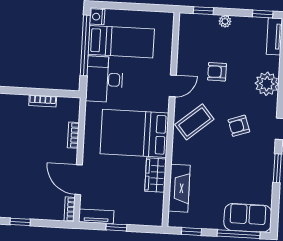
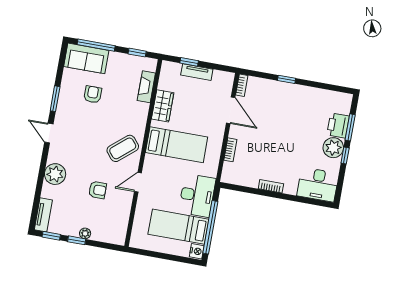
window: (203, 11) -> (77, 240), moved
bookcase: (43, 101) -> (271, 186), moved
armchair: (239, 126) -> (93, 94), moved, turned -71
bed: (134, 133) -> (177, 145), width x0.67
fireplace: (179, 188) -> (146, 87), width x0.73, depth x0.76
tv unit: (96, 216) -> (197, 72), moved
window: (116, 227) -> (189, 62), moved

